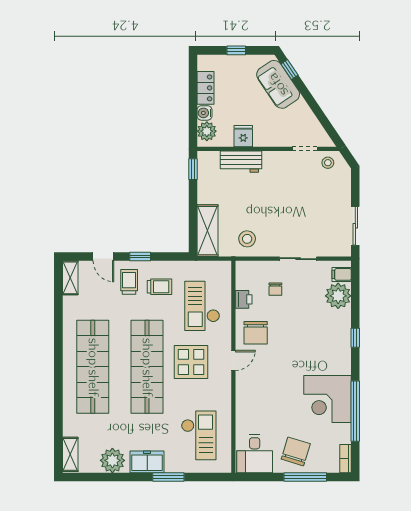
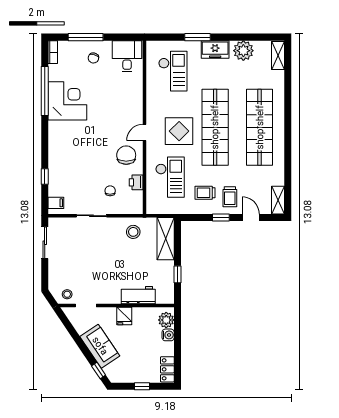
sofa: (278, 84) -> (100, 346), moved
locker: (205, 88) -> (167, 369), moved
fridge: (243, 136) -> (124, 316), moved
window: (193, 169) -> (177, 274), moved
plant: (338, 296) -> (59, 185), removed
window: (355, 338) -> (45, 176), moved
checkout: (199, 435) -> (173, 71), turned 180
chair: (296, 451) -> (93, 58), width x0.54, depth x0.54

